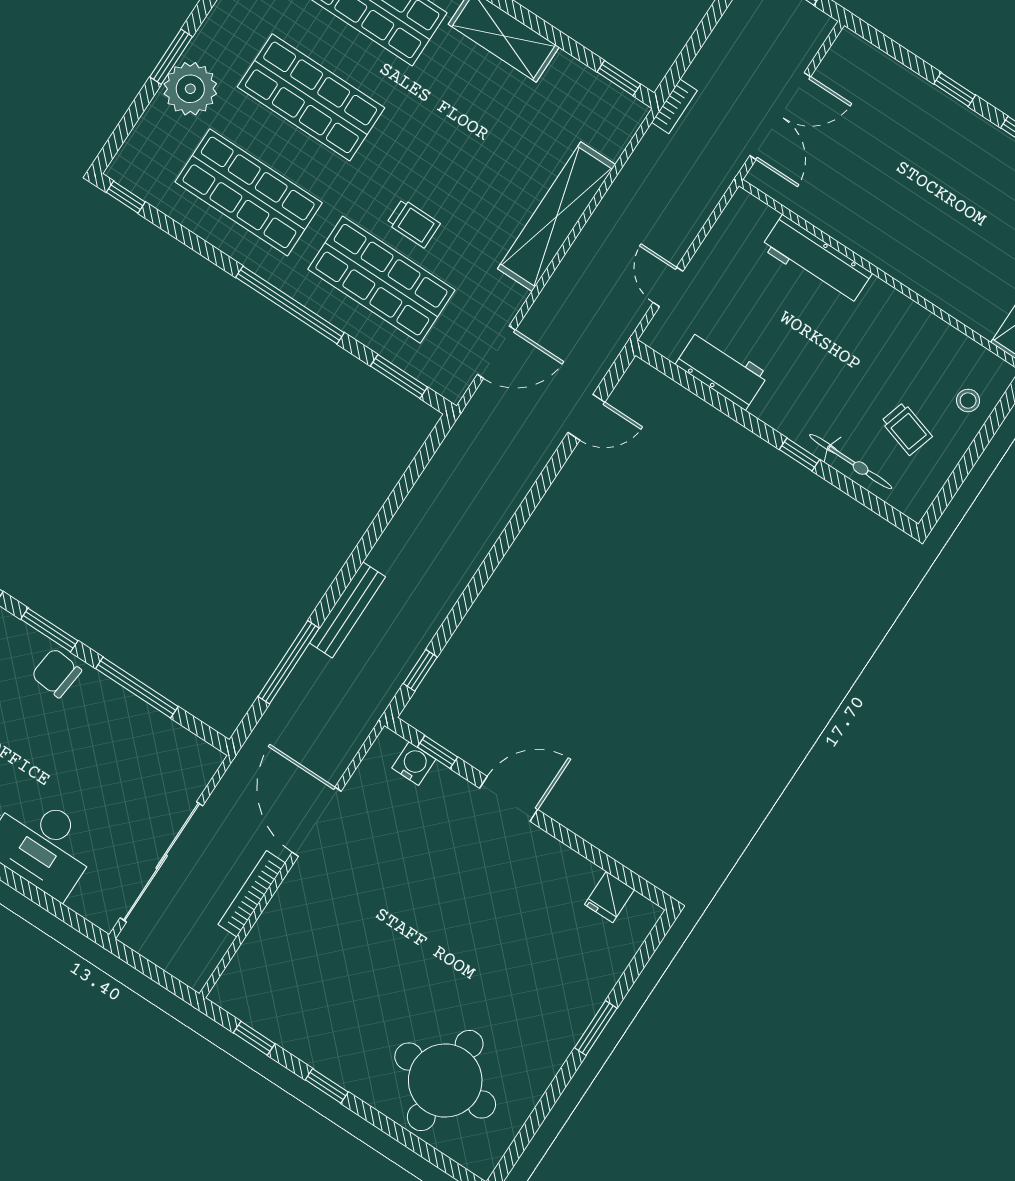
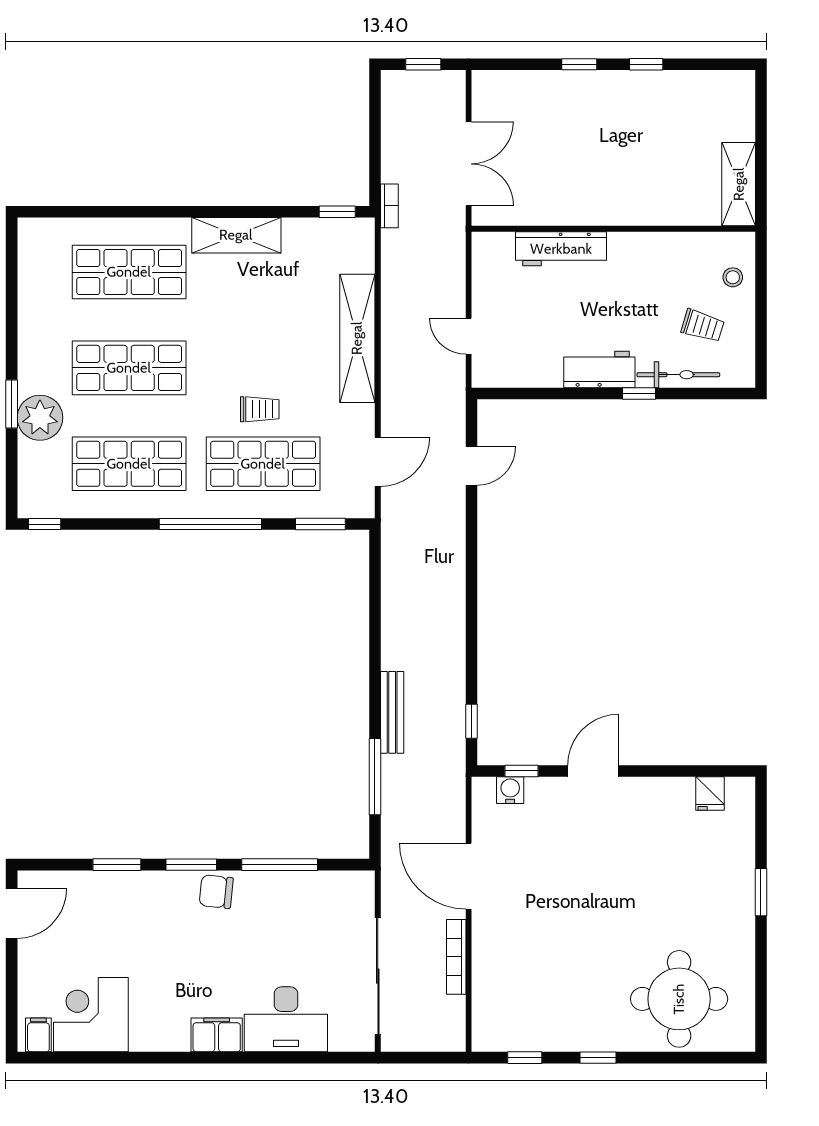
workbench: (722, 369) -> (599, 369), moved

